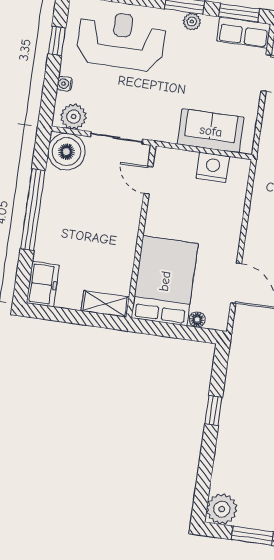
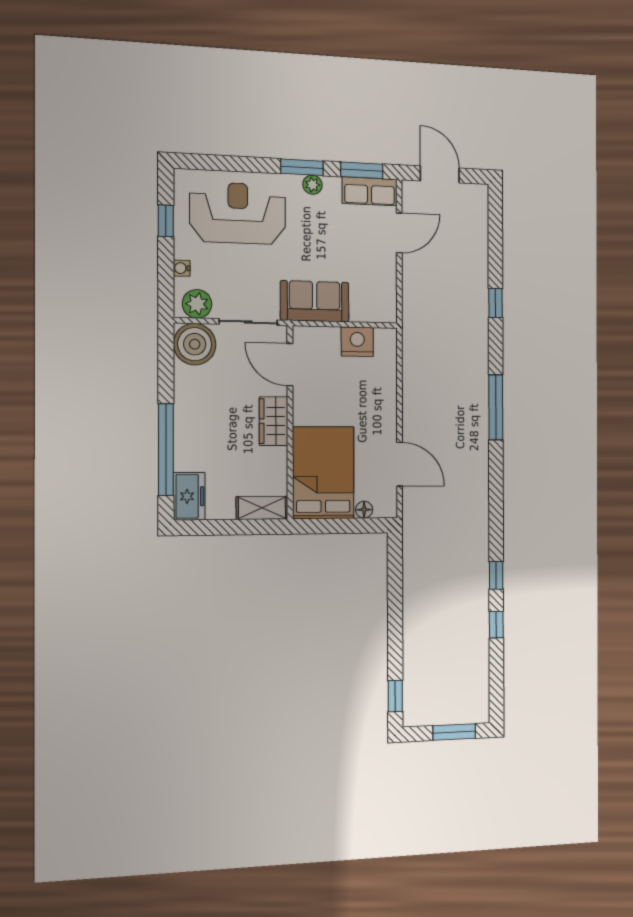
sofa: (211, 131) -> (315, 301), moved
door: (148, 180) -> (290, 365), width x1.38
window: (33, 210) -> (166, 450), moved
wardrobe: (126, 229) -> (273, 421), added
window: (214, 410) -> (395, 696), moved
plant: (222, 509) -> (419, 710), removed

